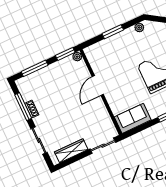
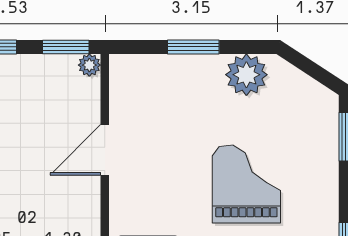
plant: (139, 27) -> (246, 75), width x1.88, depth x1.88

